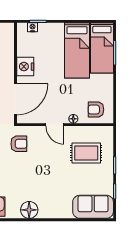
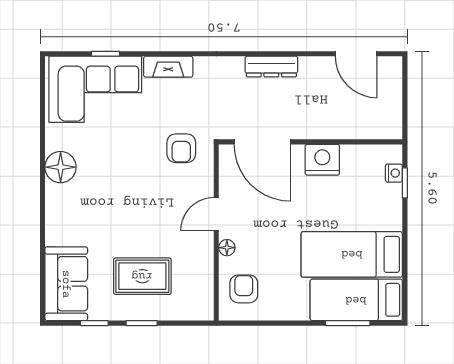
rug: (86, 153) -> (142, 276), moved, turned 90

